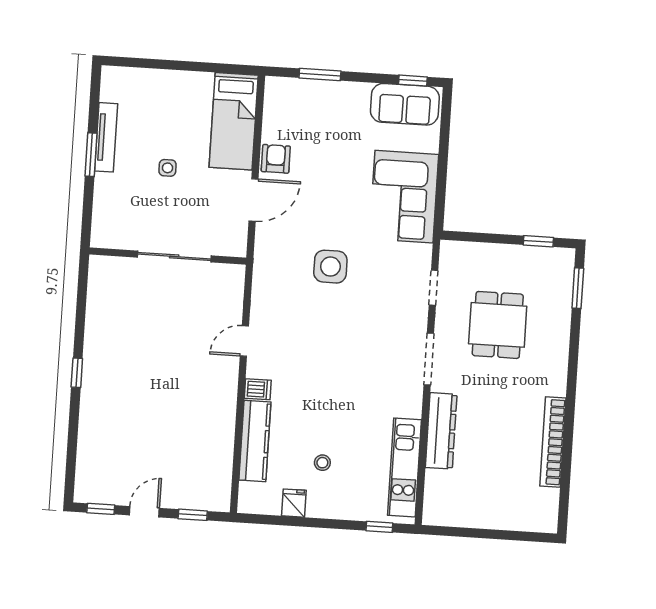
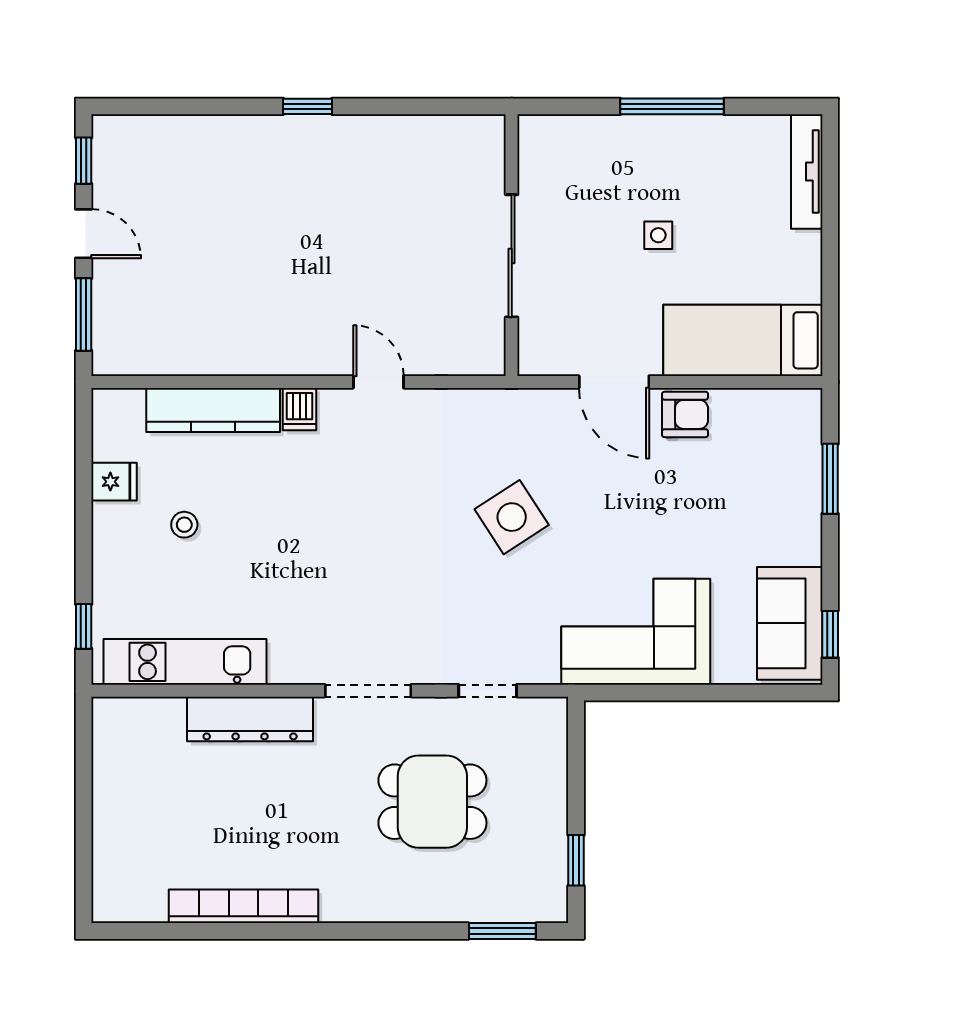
tv unit: (106, 137) -> (807, 172), moved, turned 90
window: (91, 155) -> (672, 106), width x1.44
side table: (330, 267) -> (512, 517), turned -33
window: (193, 515) -> (84, 314), width x1.50

